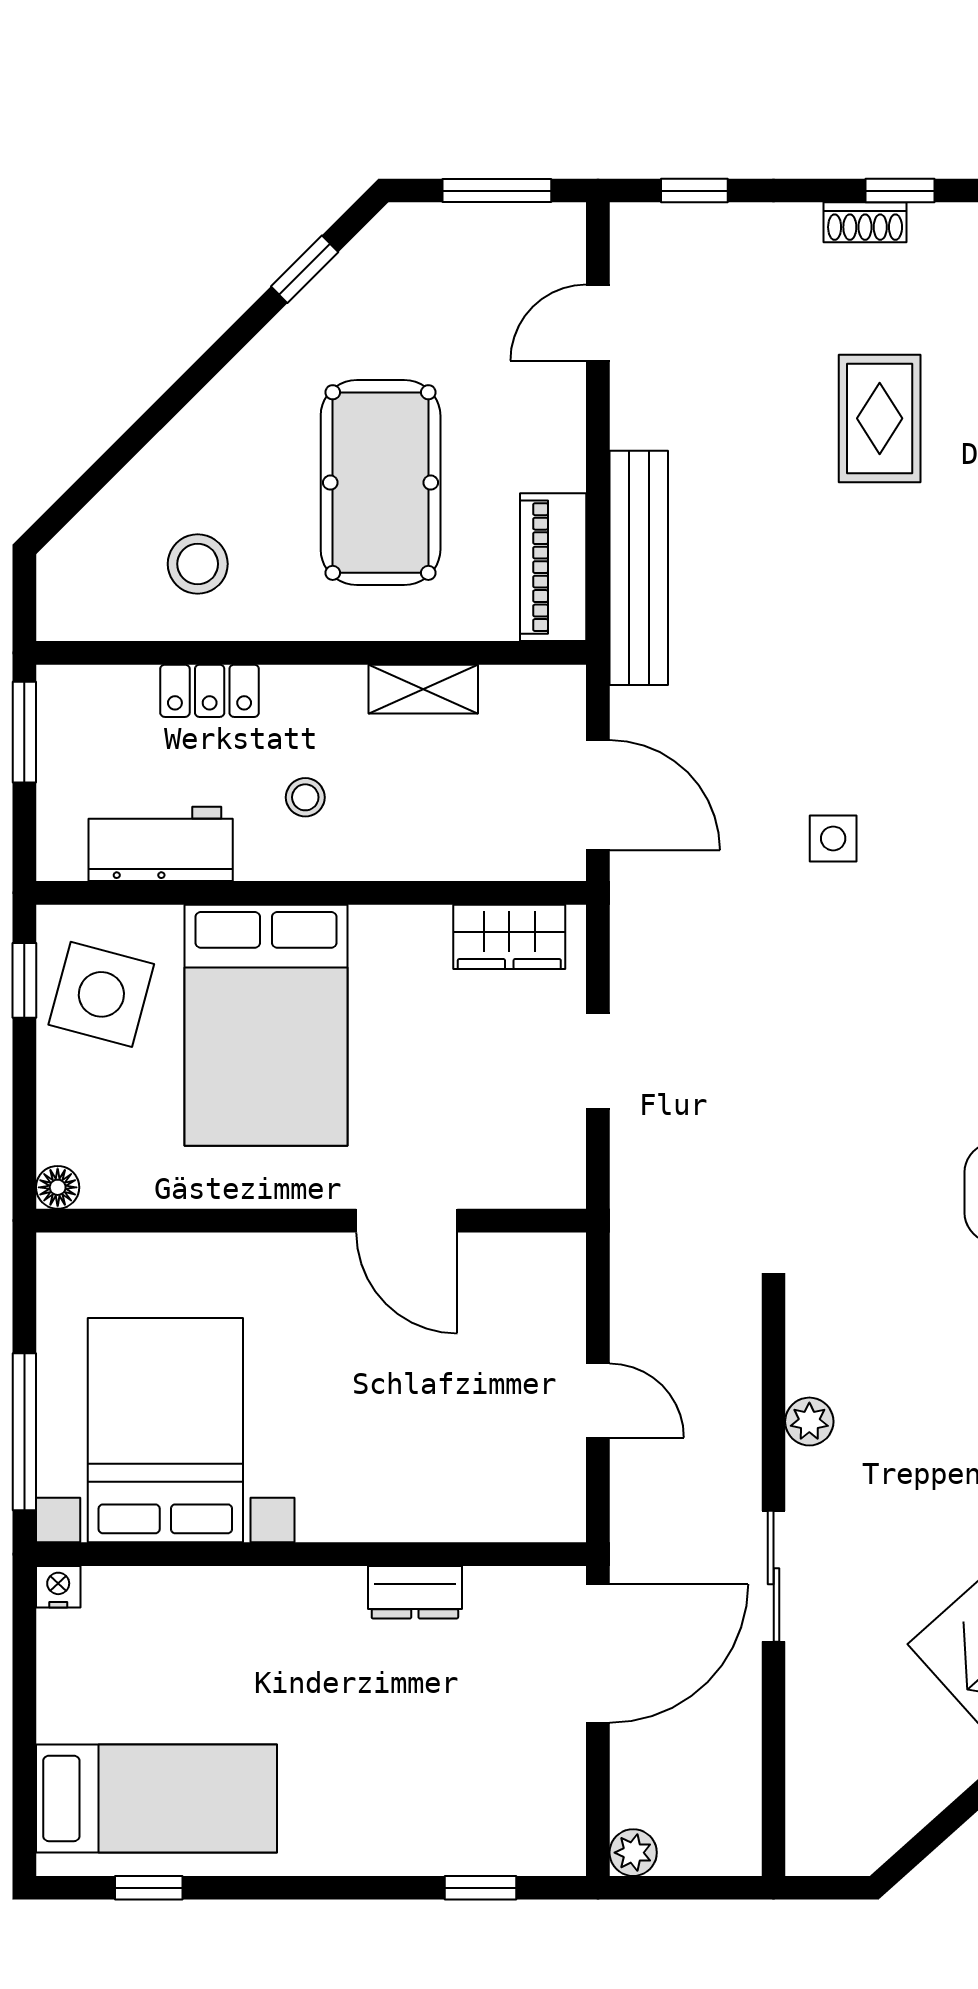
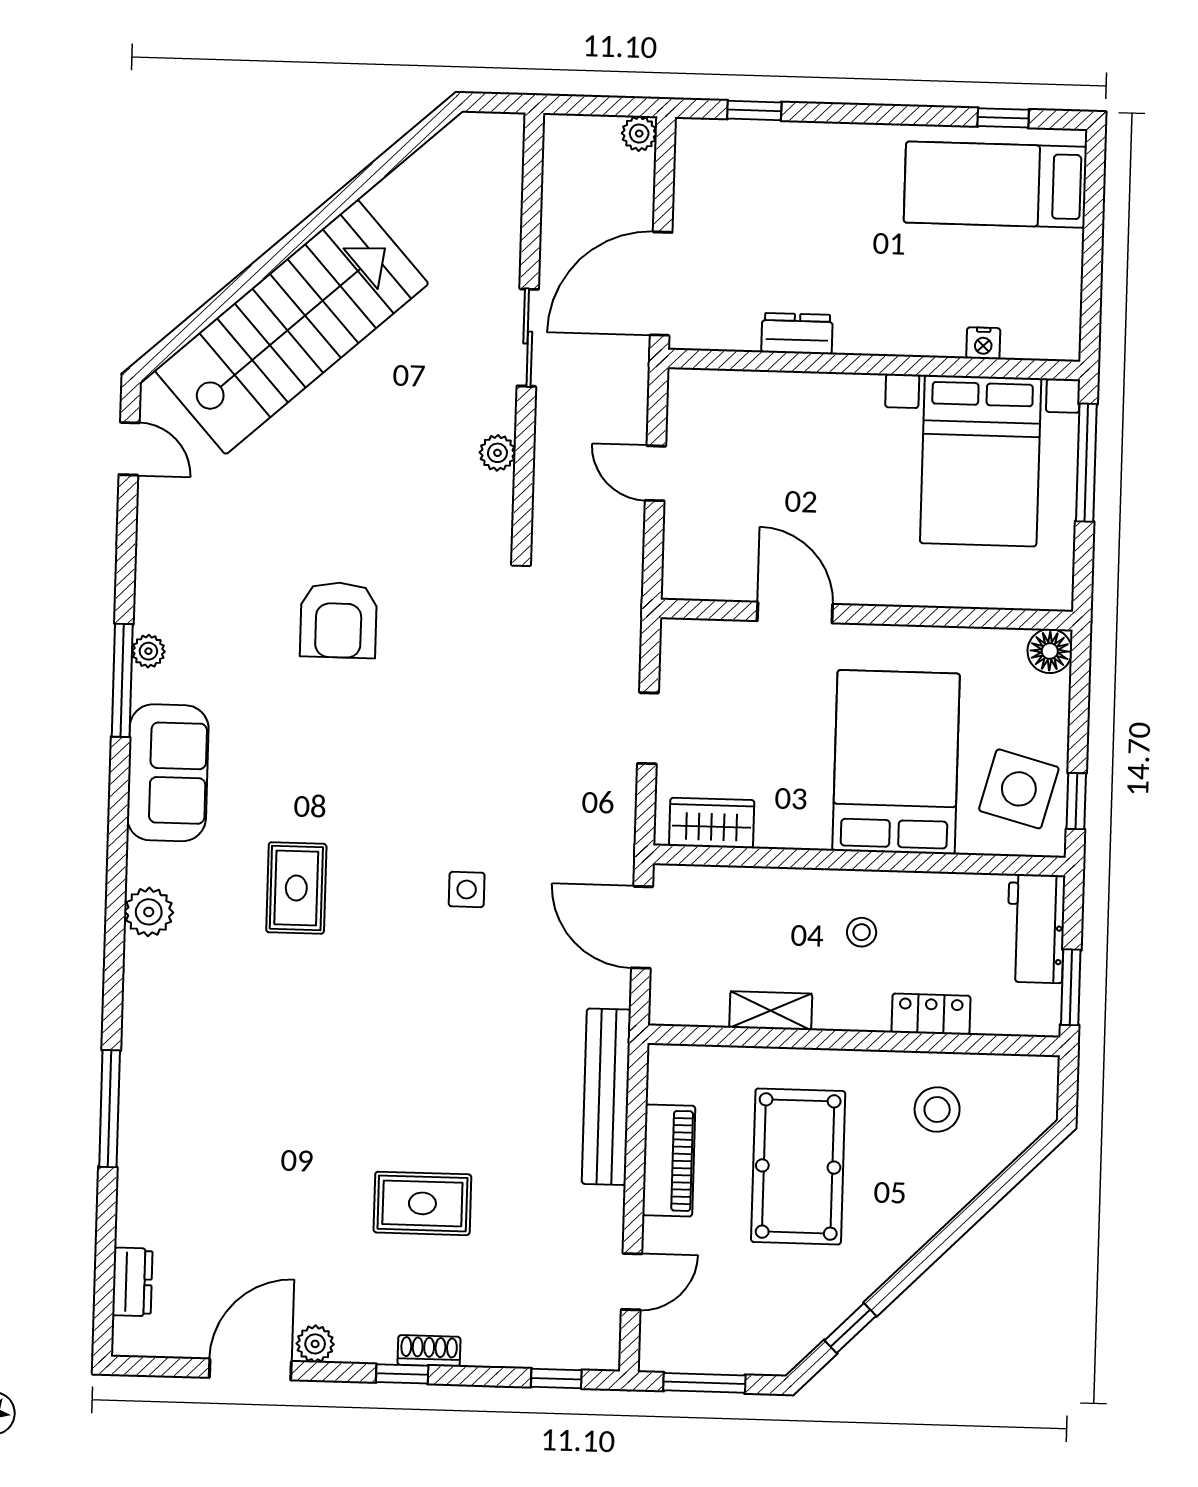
rug: (880, 418) -> (422, 1203), turned 90
piano: (553, 567) -> (669, 1161), moved
workbench: (161, 844) -> (1036, 928), moved, turned 90
floor lamp: (58, 1187) -> (1050, 651), width x1.37, depth x1.37
nightstand: (58, 1587) -> (983, 343), moved

